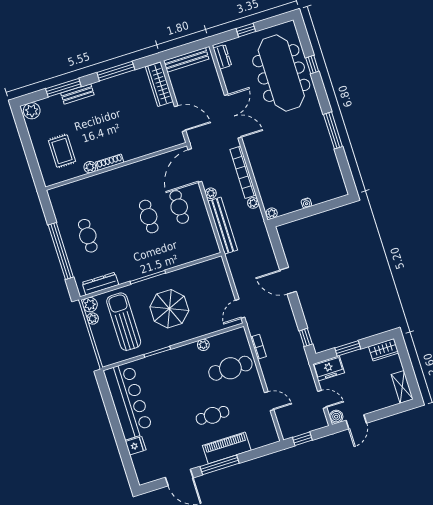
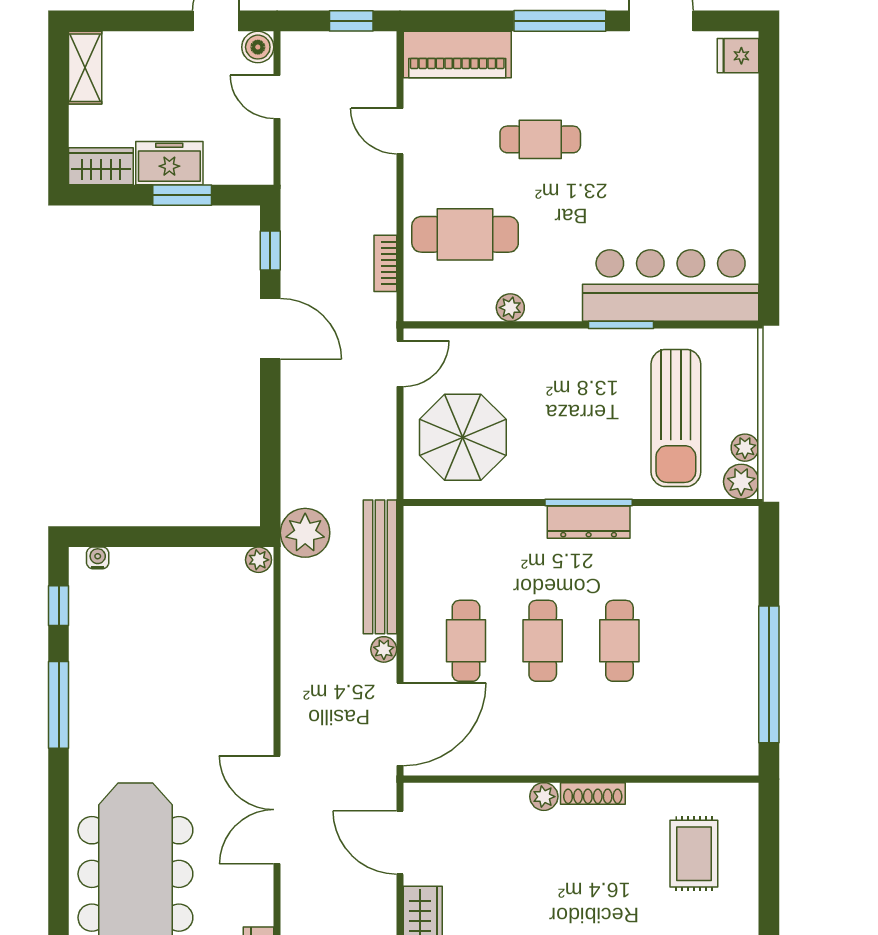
window: (312, 65) -> (59, 606), moved
plant: (90, 167) -> (544, 797), moved
bookcase: (243, 172) -> (295, 674), removed
plant: (253, 203) -> (305, 533), moved, width x1.88, depth x1.88
water cooler: (306, 203) -> (98, 558), moved
cafe table: (88, 236) -> (619, 641), moved
window: (61, 251) -> (769, 674), moved
door: (288, 281) -> (270, 329), moved
dresser: (100, 284) -> (589, 522), moved
parasol: (169, 309) -> (463, 437), moved
freezer: (329, 368) -> (169, 163), moved
bar counter: (128, 401) -> (671, 286), moved, turned 90
fridge: (136, 446) -> (738, 56), moved
piano: (227, 448) -> (457, 55), moved

